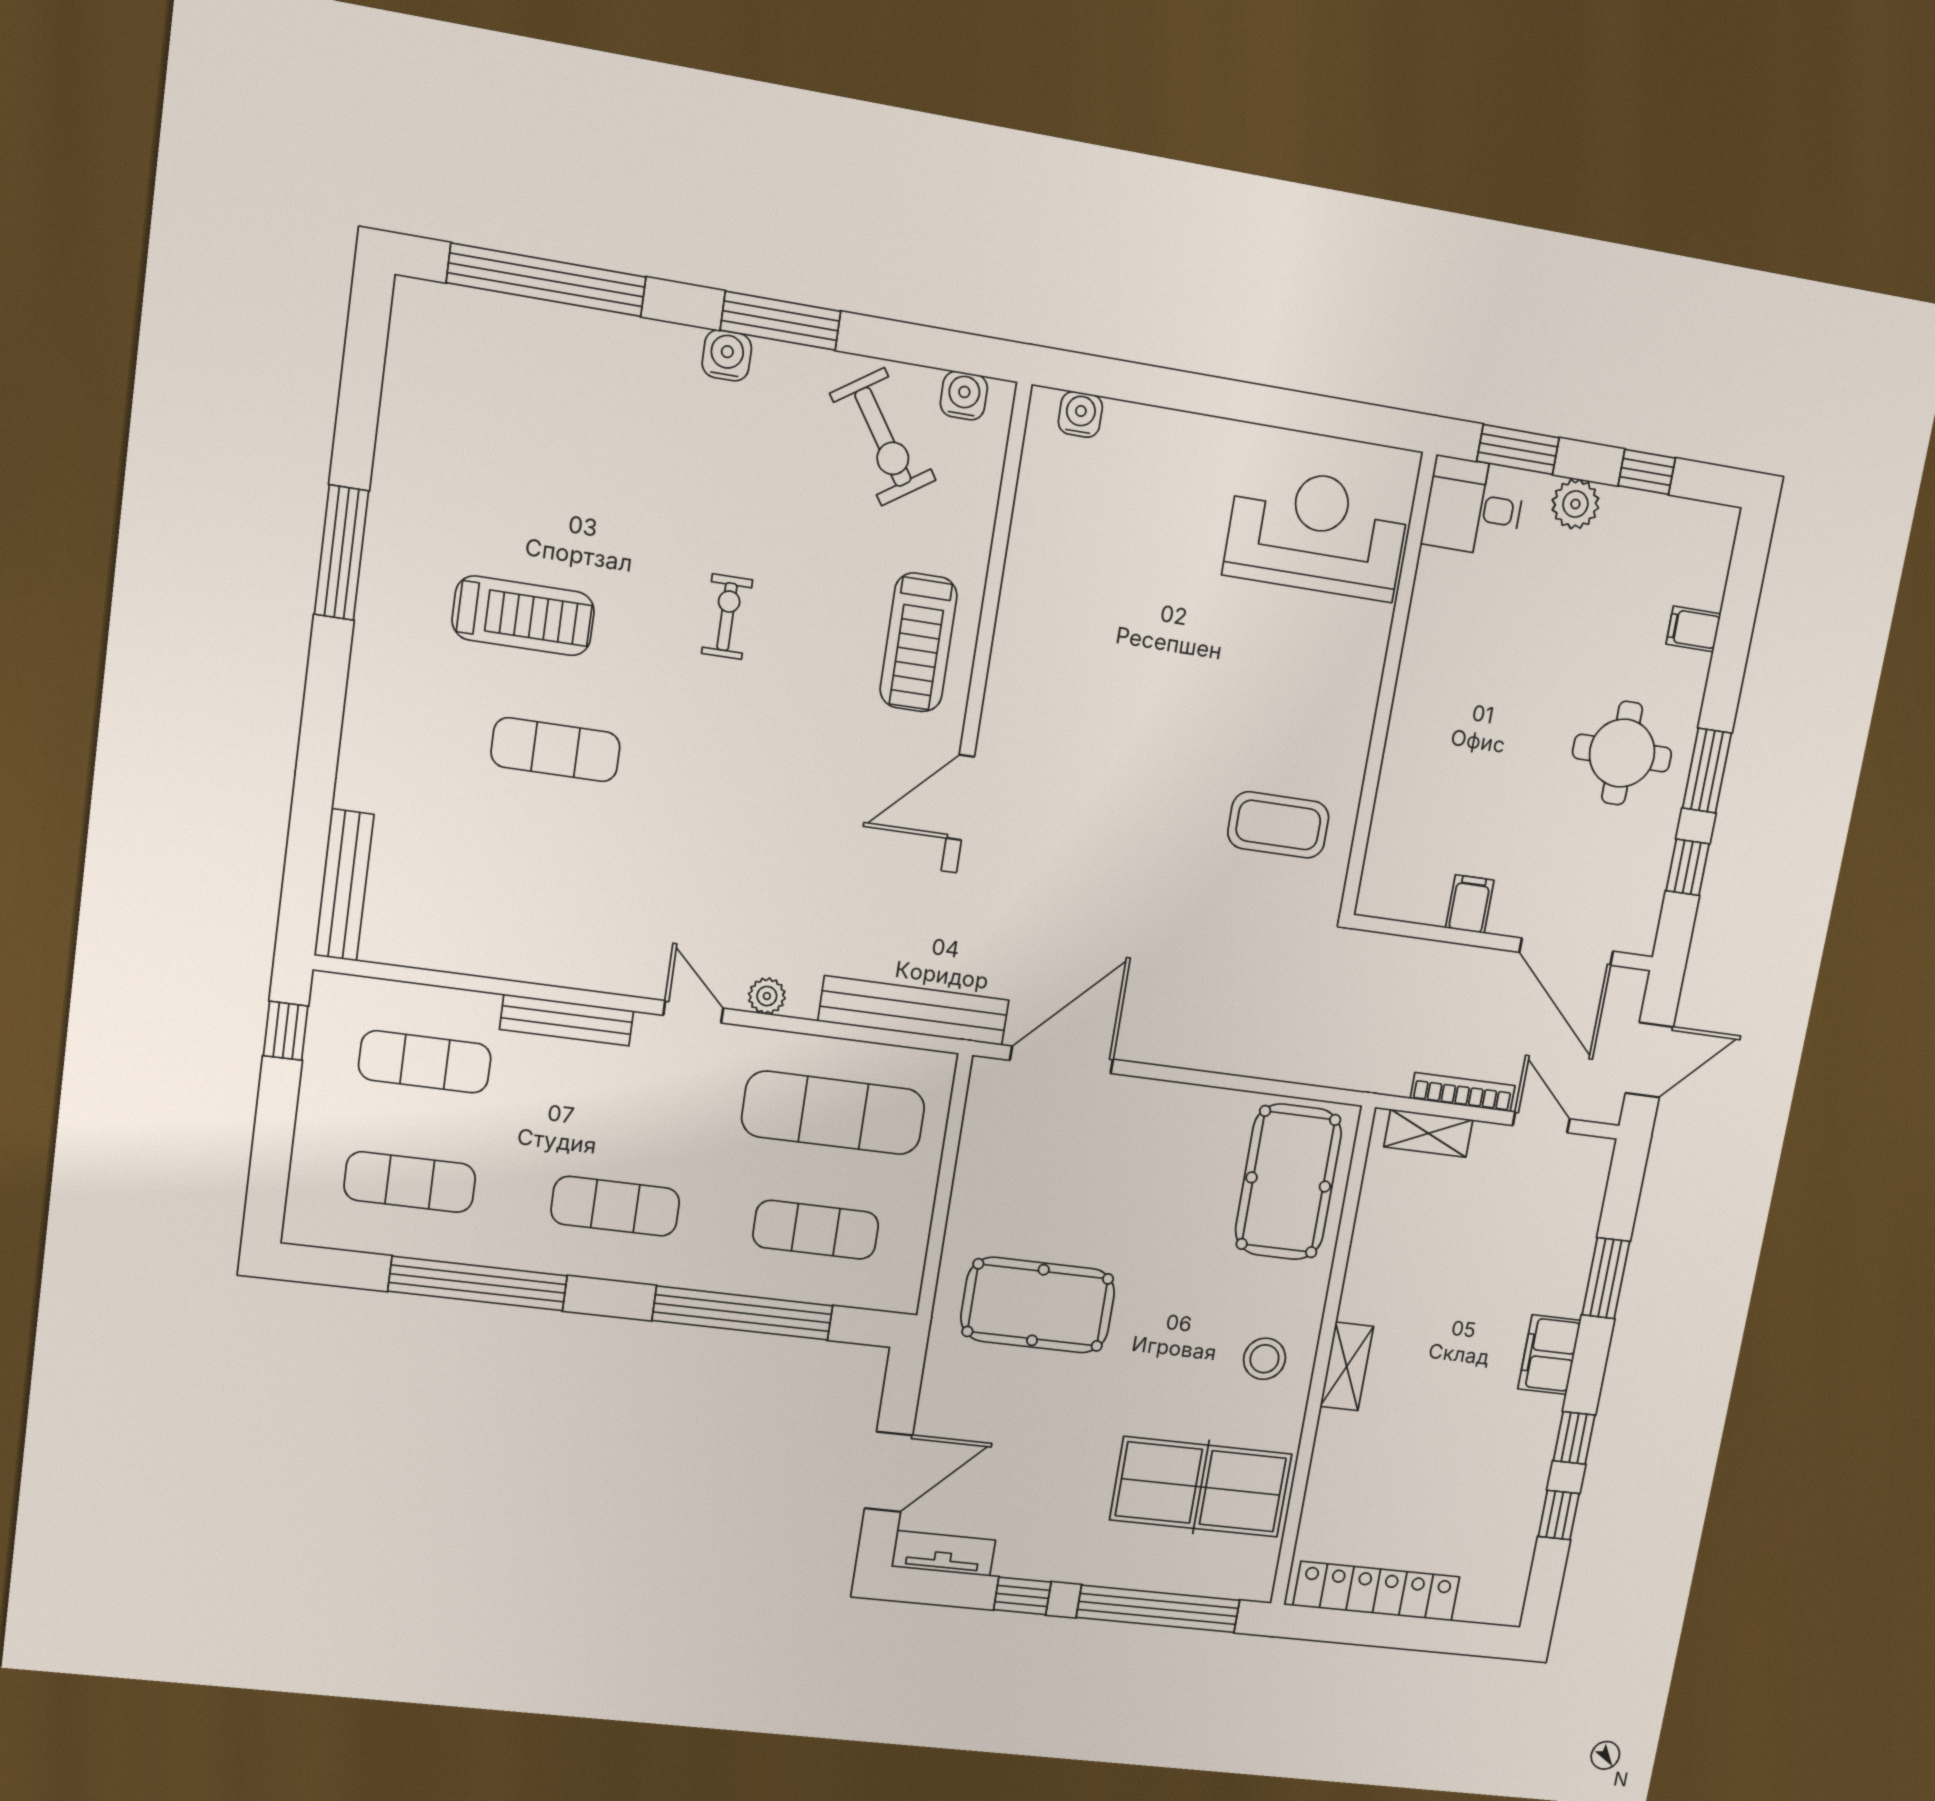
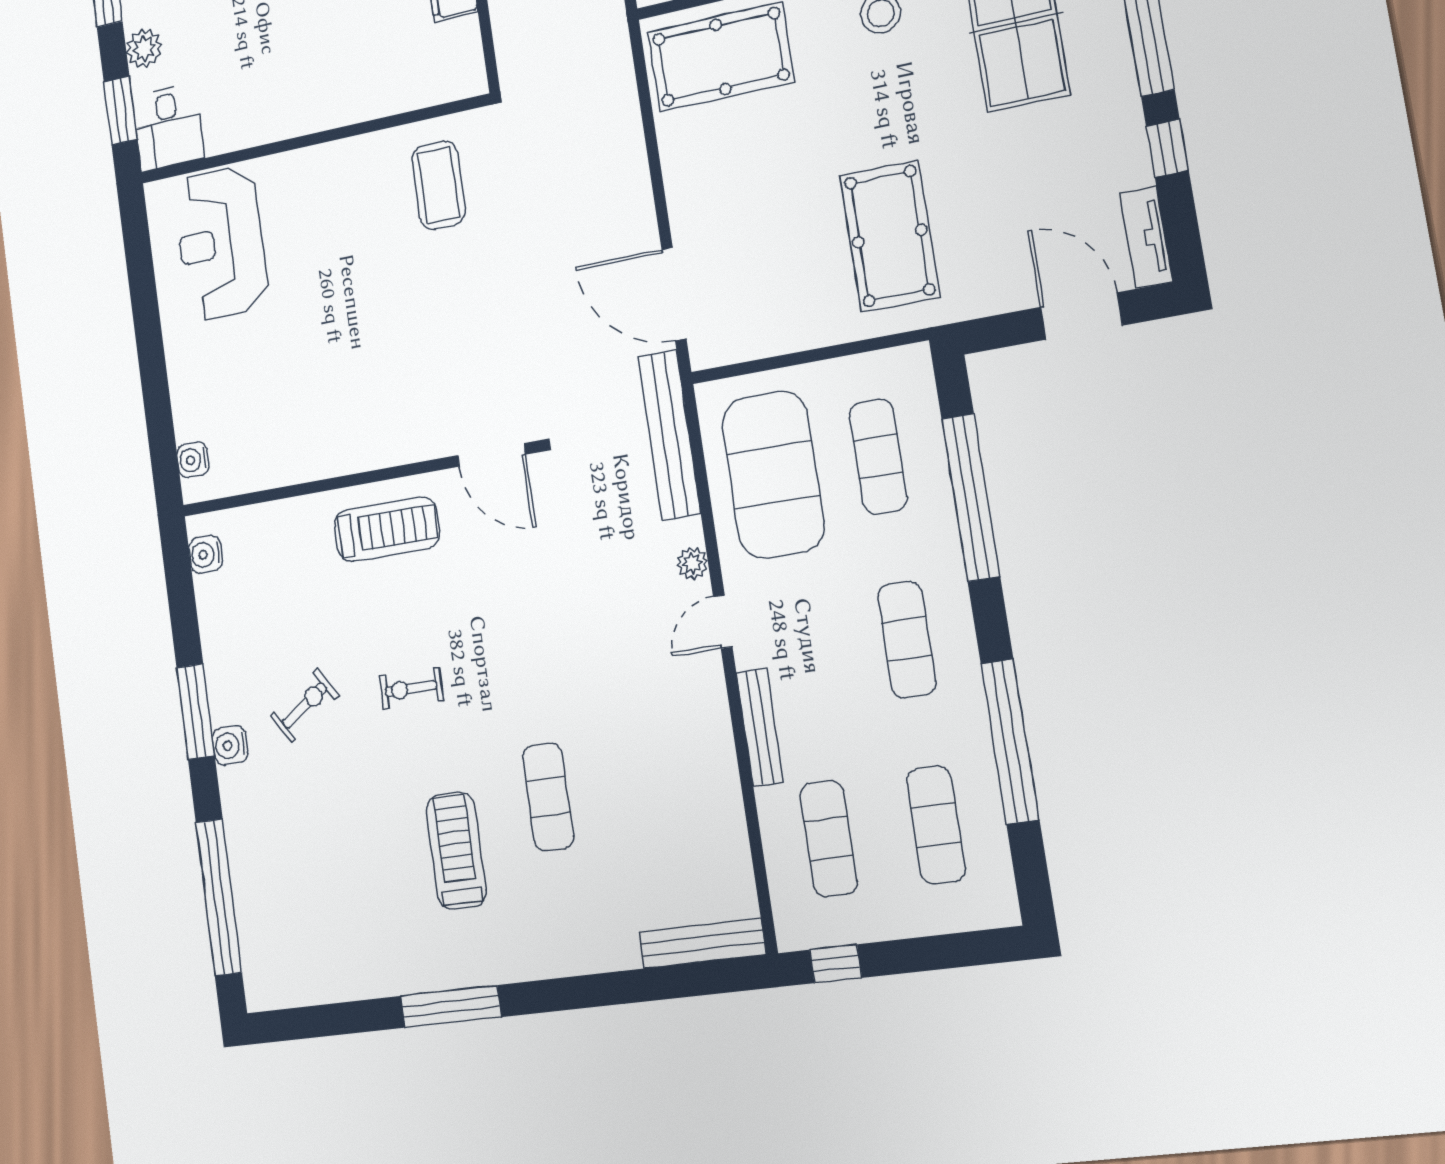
exercise bike: (883, 437) -> (305, 705), moved, width x0.73, depth x0.72
exercise mat: (833, 1113) -> (773, 475), width x1.47

